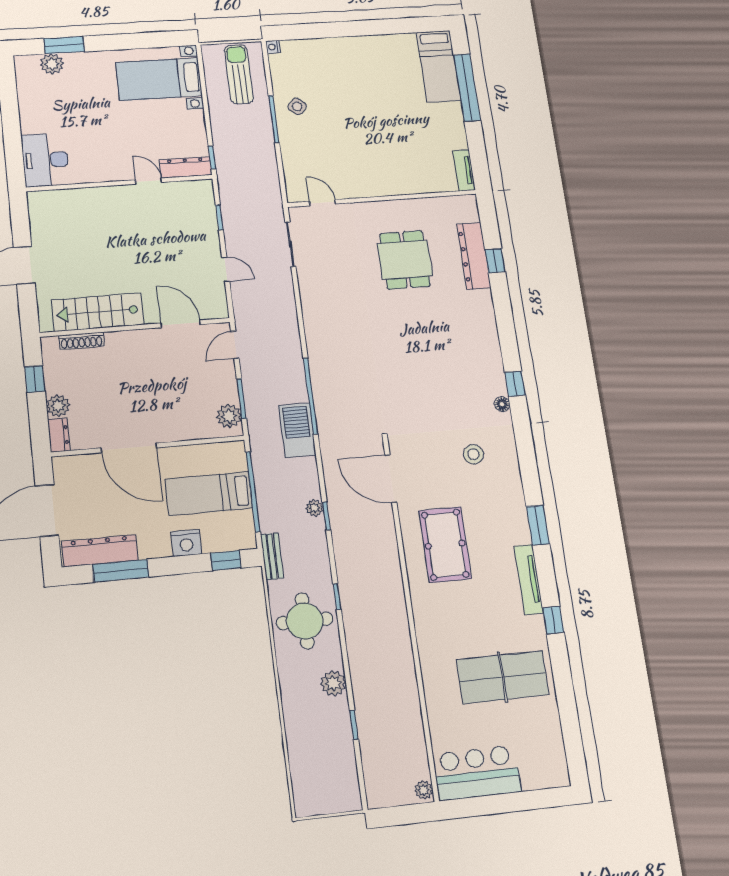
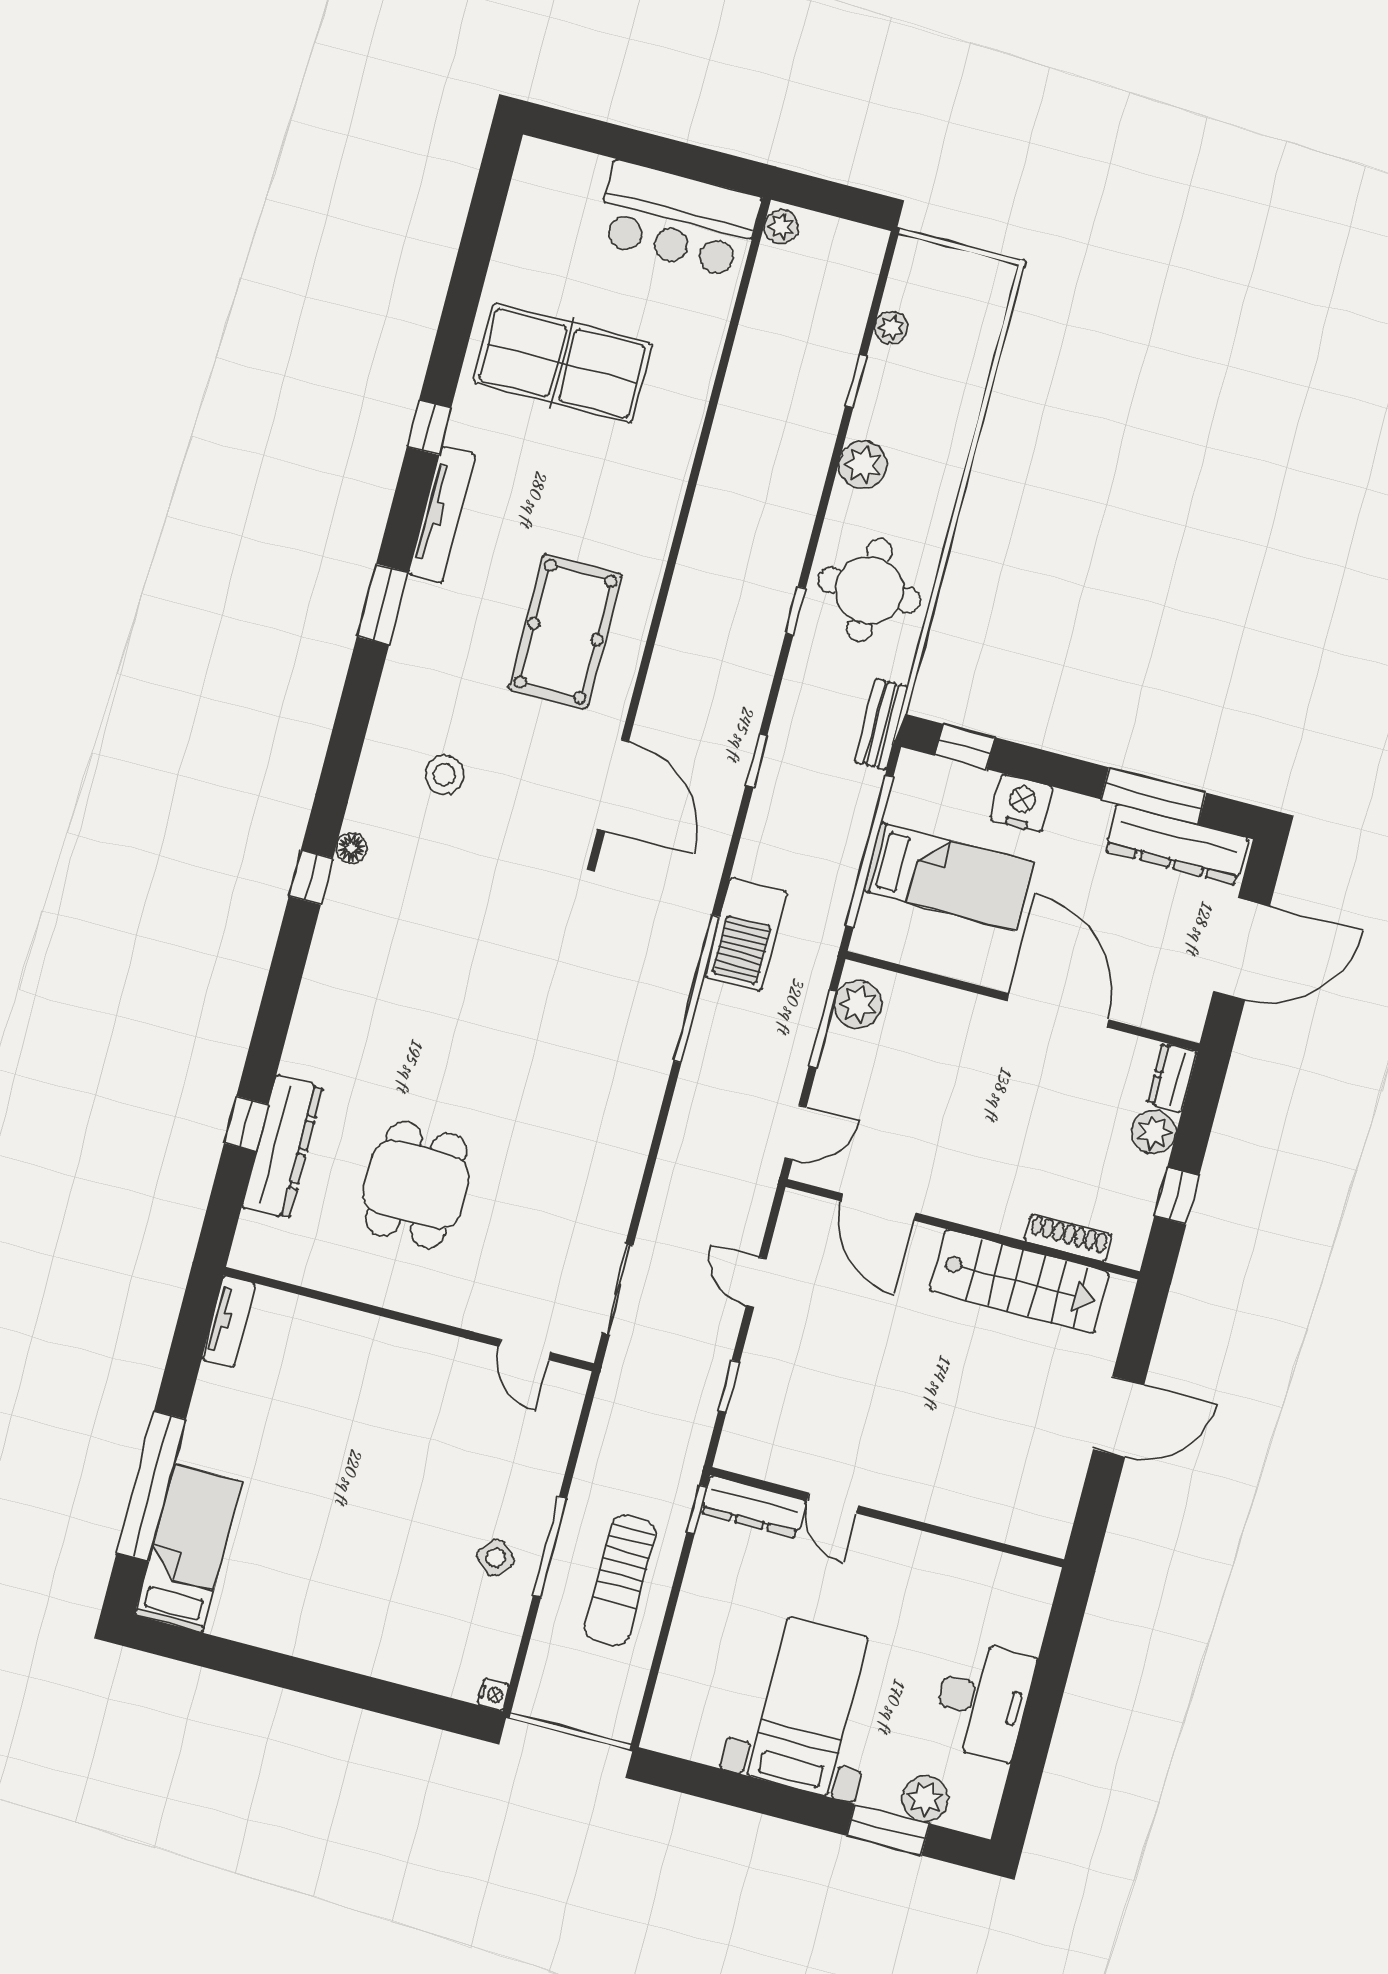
sun lounger: (239, 74) -> (620, 1580), moved
bed with nightstands: (159, 79) -> (807, 1706), moved, turned -90
desk: (45, 160) -> (983, 1700), moved
plant: (315, 508) -> (891, 327), moved

